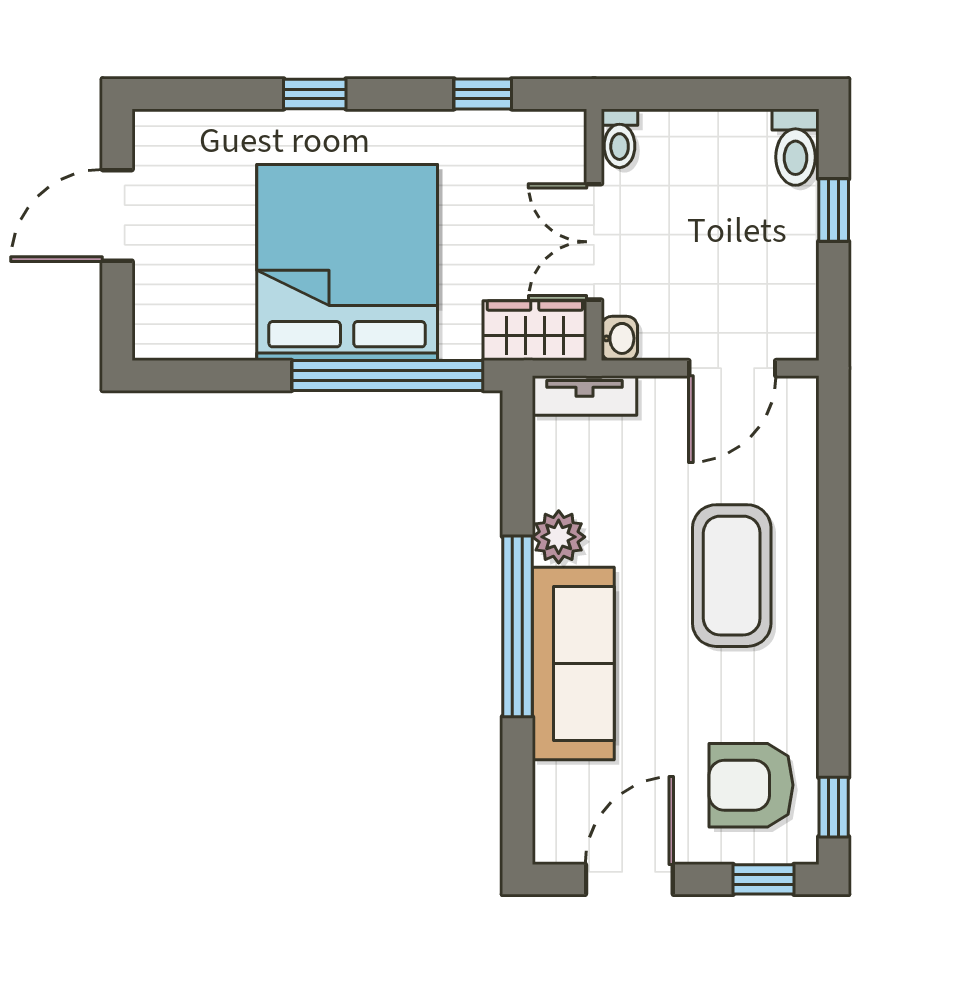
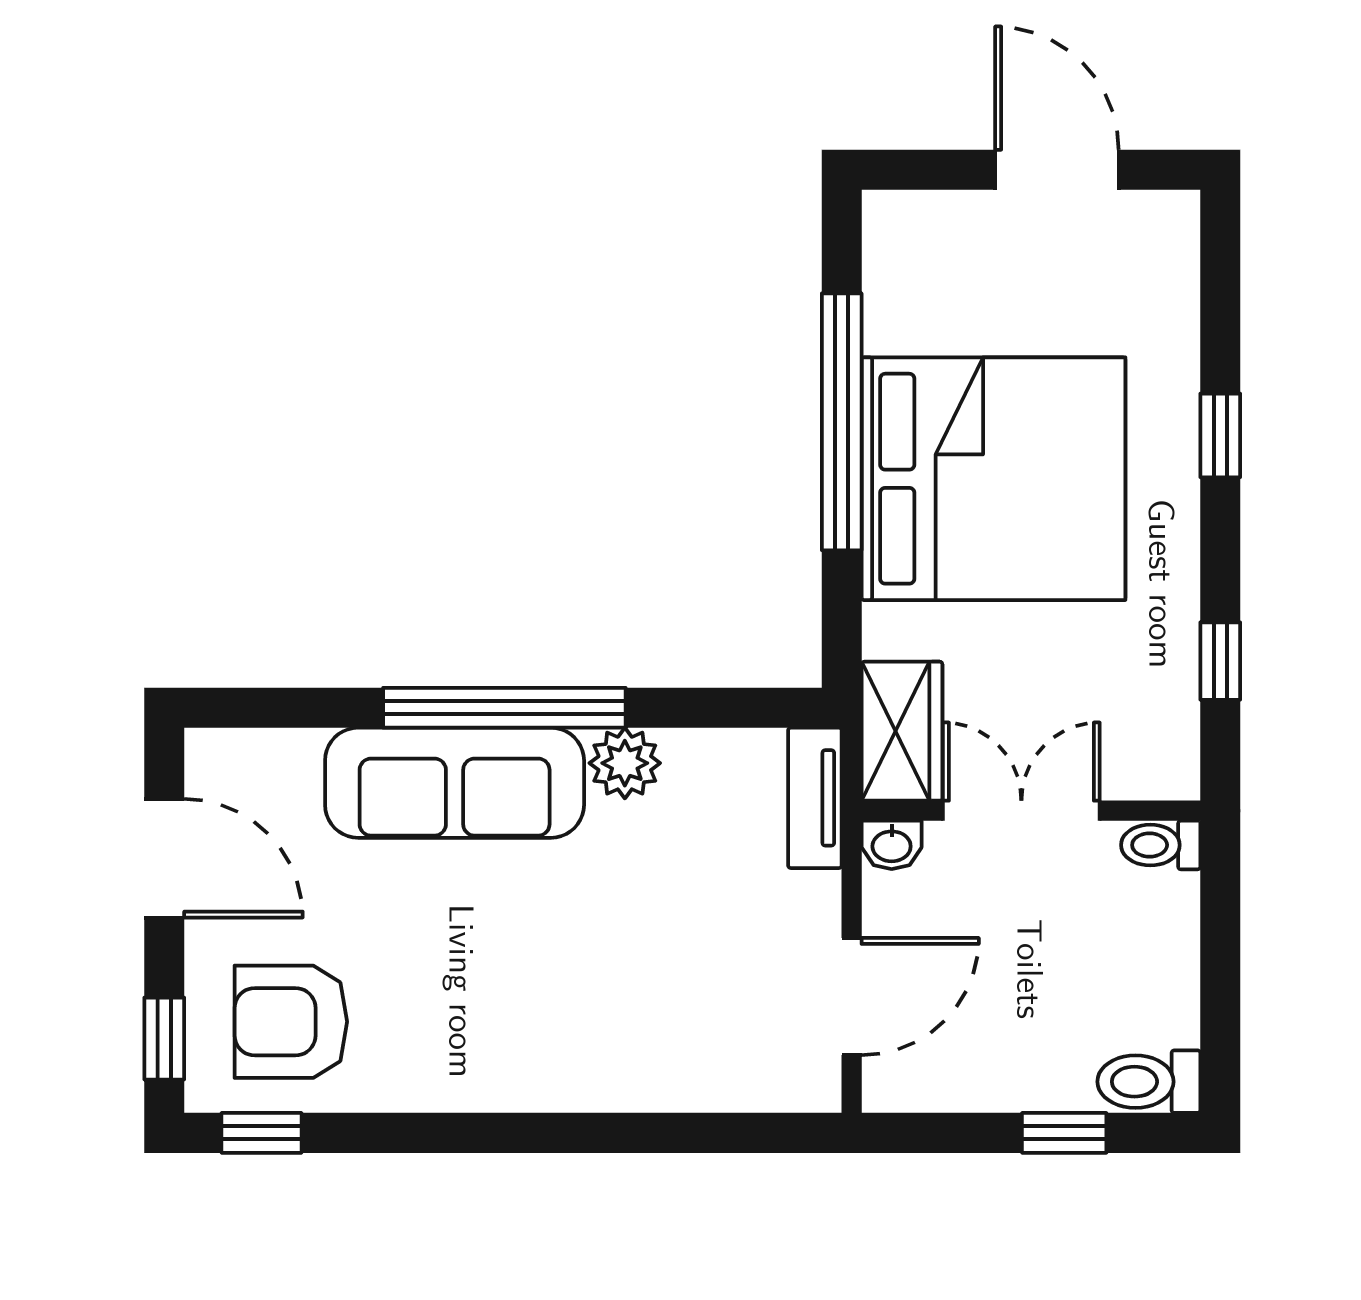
door: (732, 368) -> (852, 997), swing flipped
window: (387, 376) -> (842, 422), moved
coffee table: (732, 576) -> (573, 996), removed
armchair: (751, 785) -> (291, 1022), turned -90

